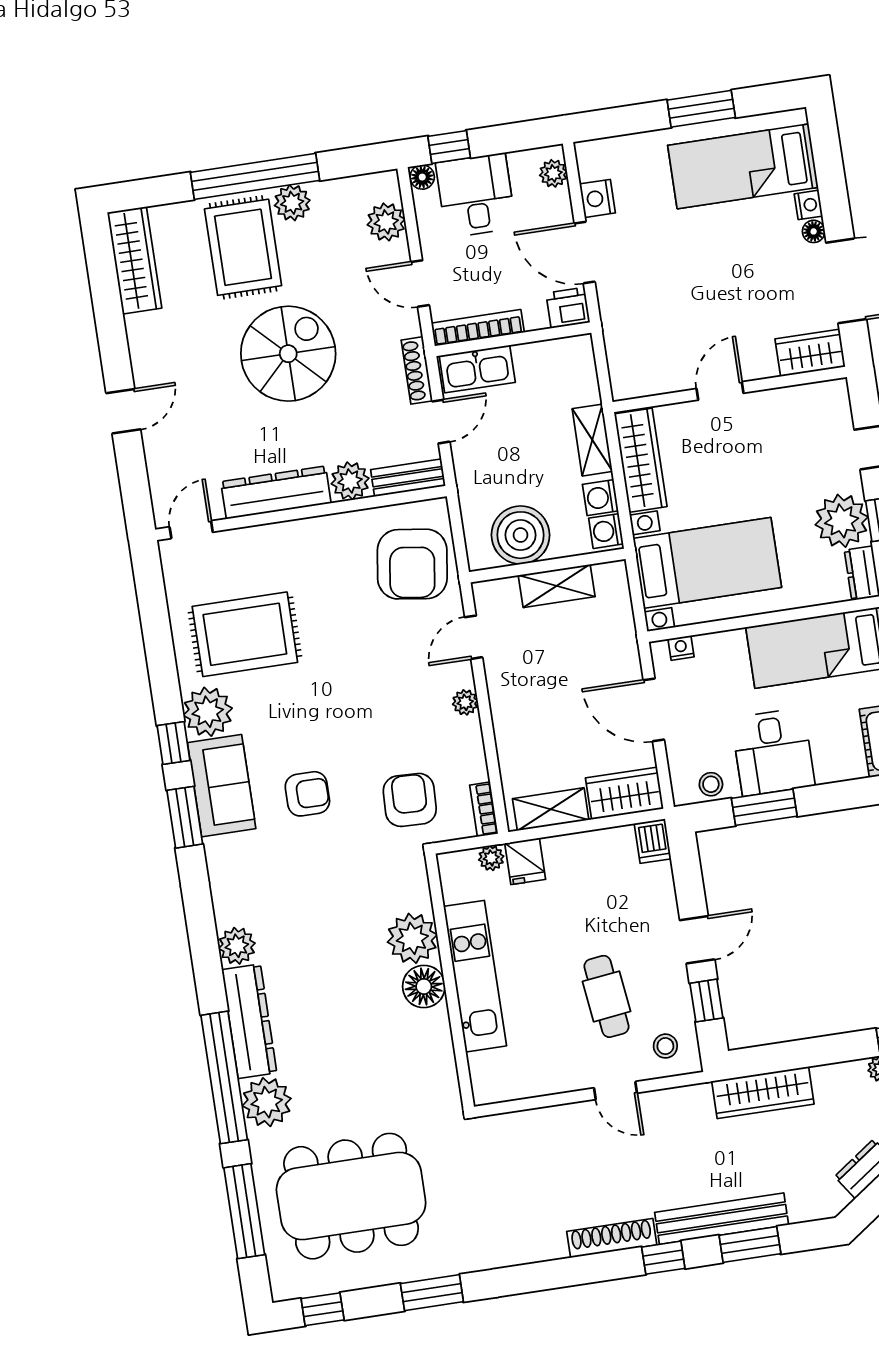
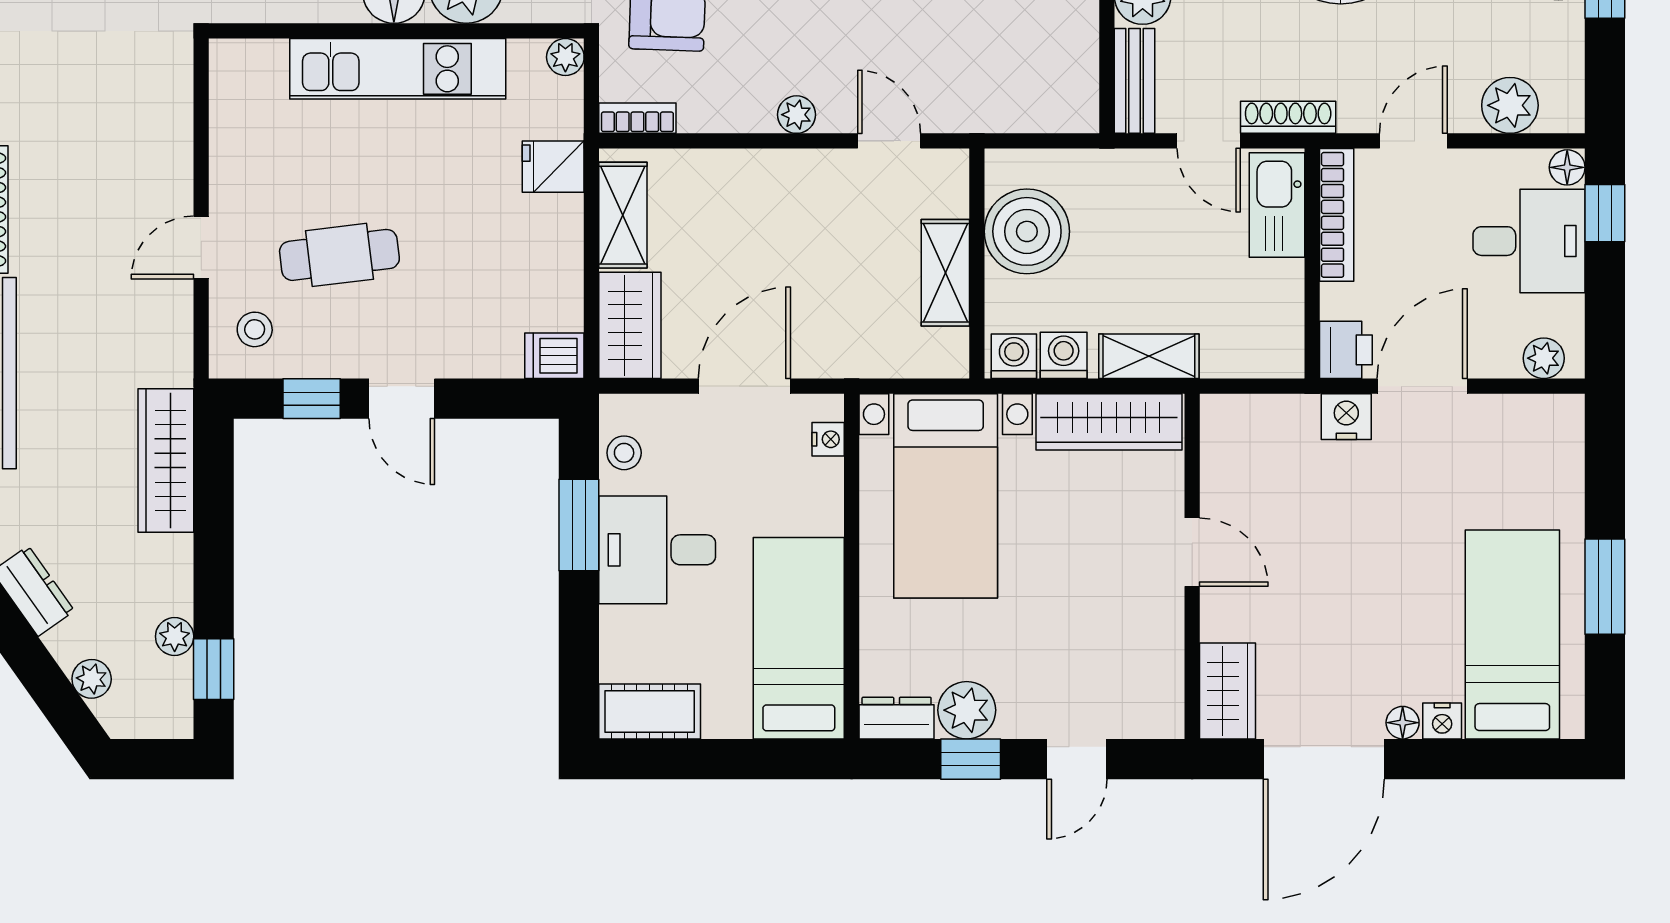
nightstand: (597, 198) -> (1346, 417), moved
plant: (842, 521) -> (967, 710), width x0.73, depth x0.73
armchair: (412, 564) -> (1008, 68), removed
plant: (491, 858) -> (565, 57), moved

